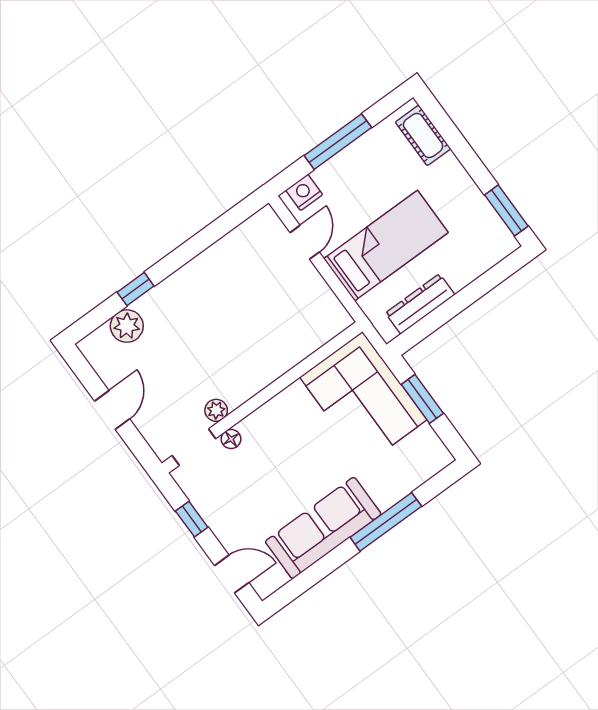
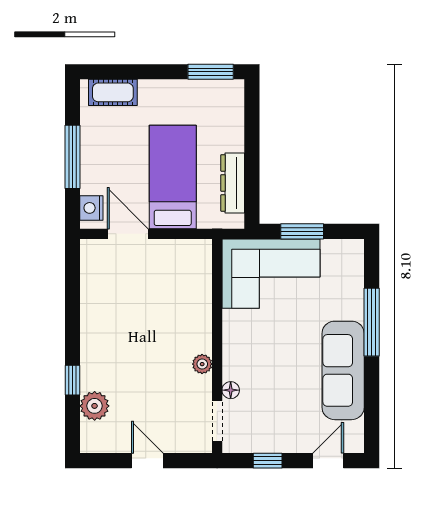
door: (305, 242) -> (128, 234), width x1.38
plant: (216, 410) -> (202, 364), moved

